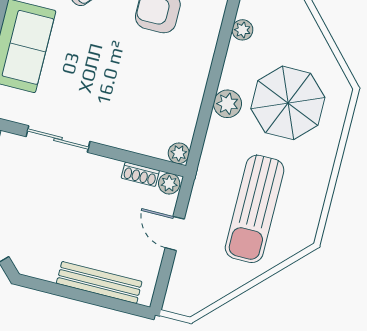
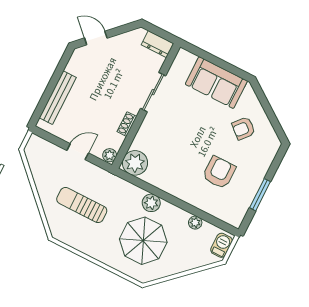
plant: (179, 153) -> (135, 163), width x1.88, depth x1.88
shoe rack: (140, 174) -> (127, 124), moved
sun lounger: (255, 209) -> (82, 205), width x0.73, depth x0.75

